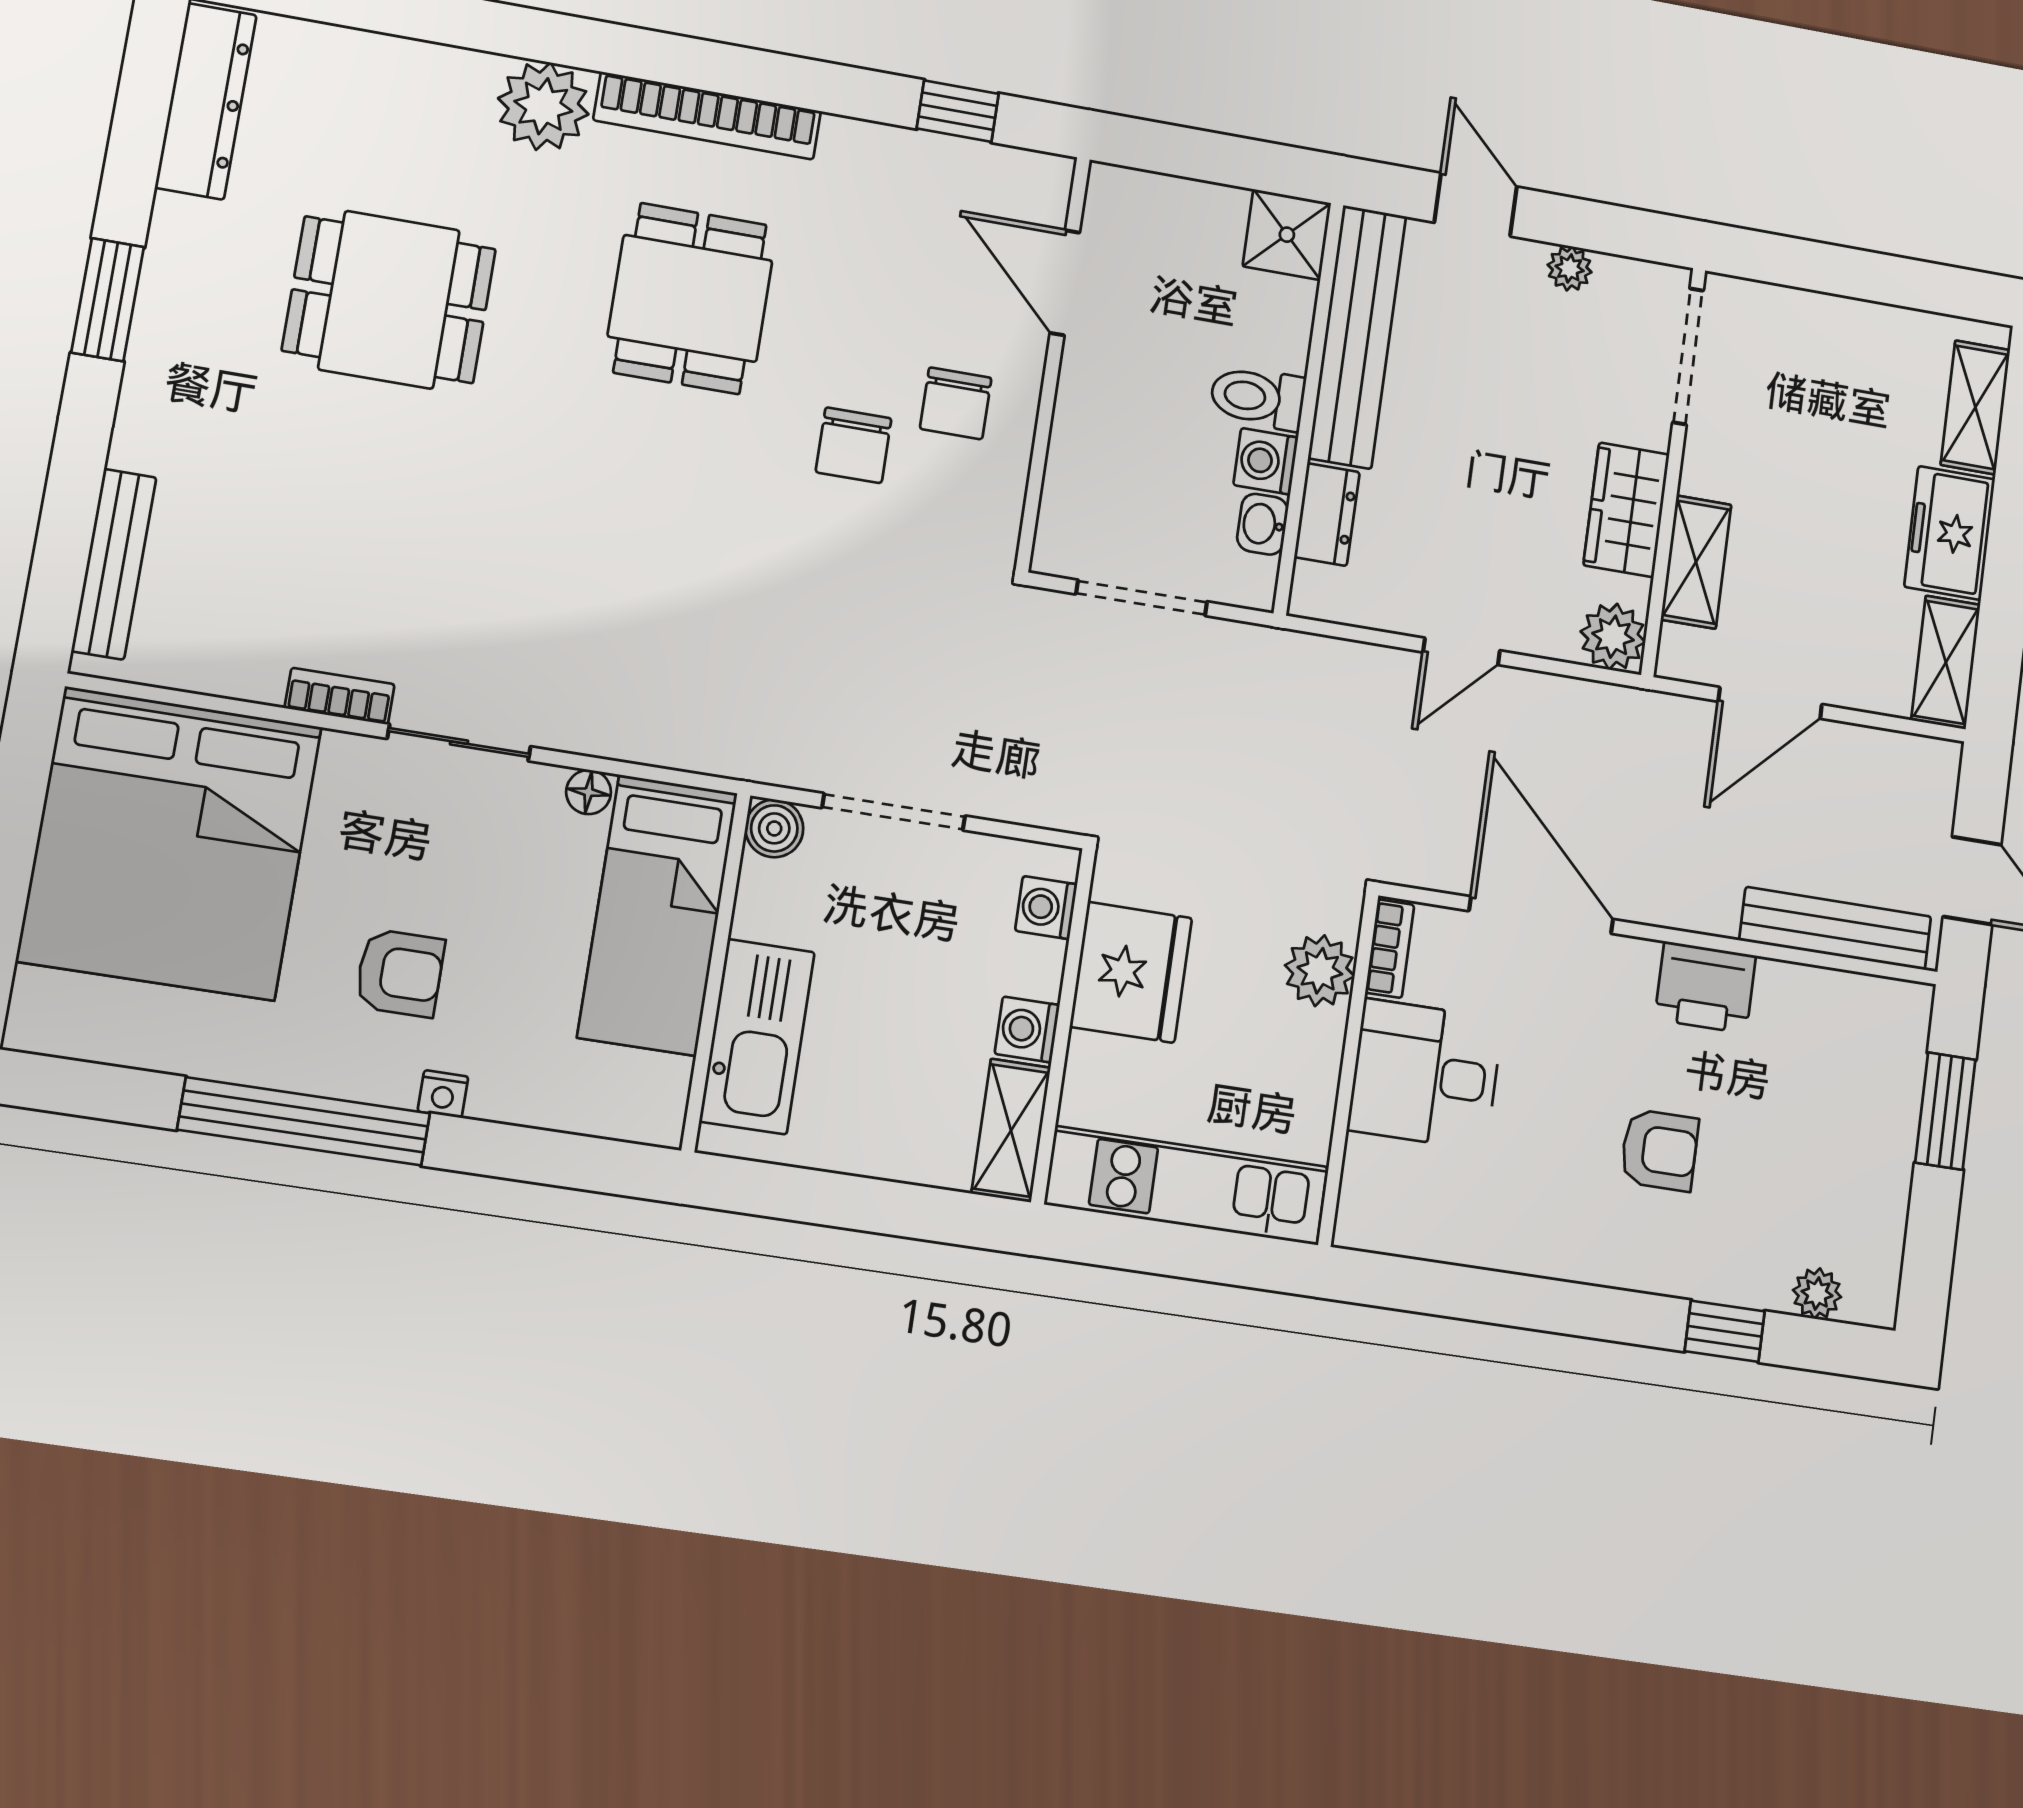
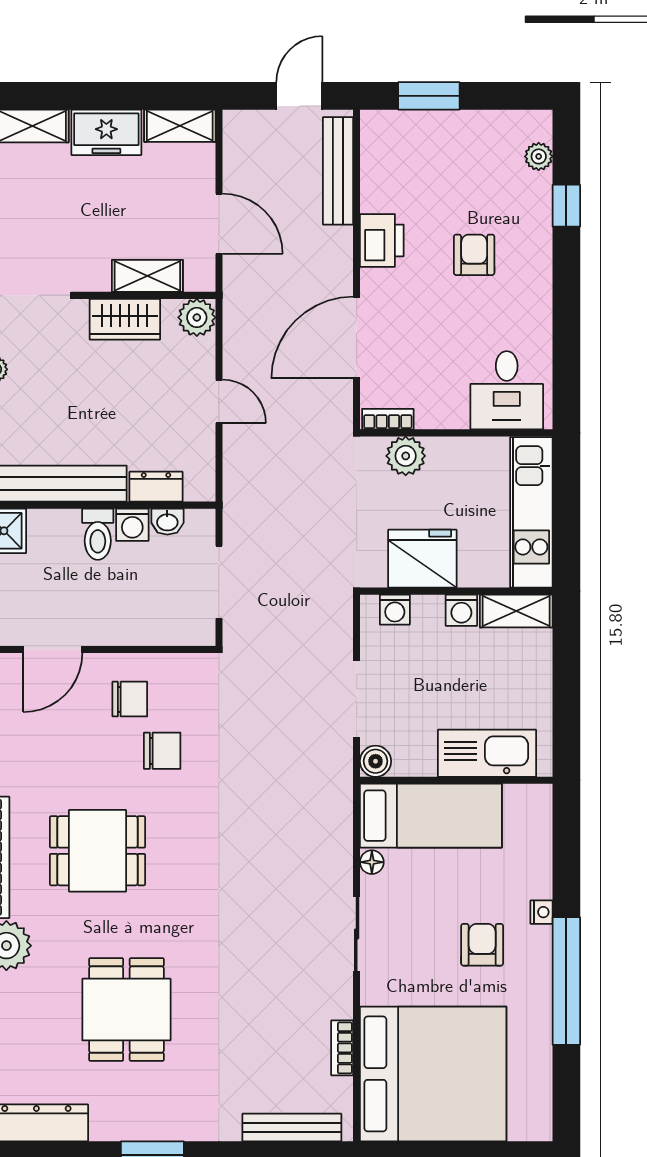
bookcase: (340, 696) -> (342, 1048), moved
desk: (1425, 1074) -> (507, 390), moved

